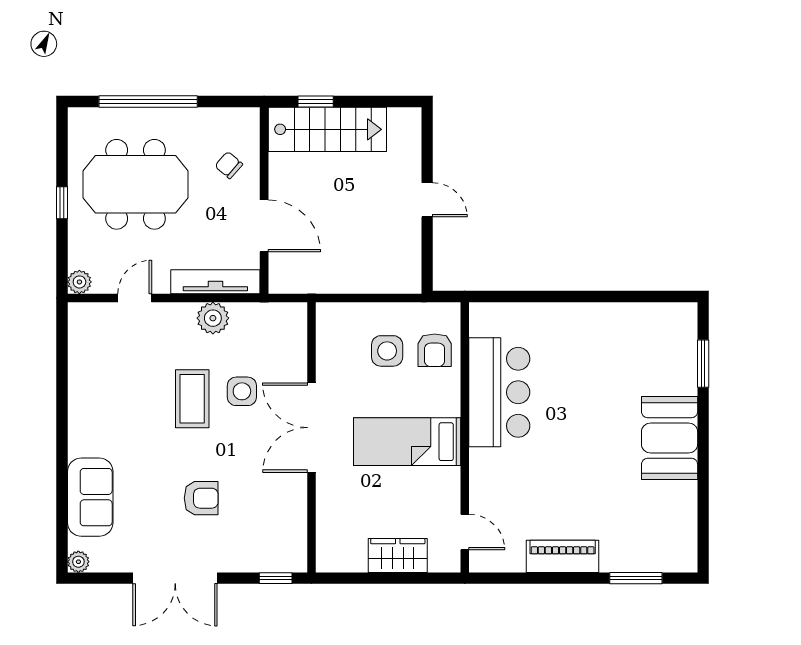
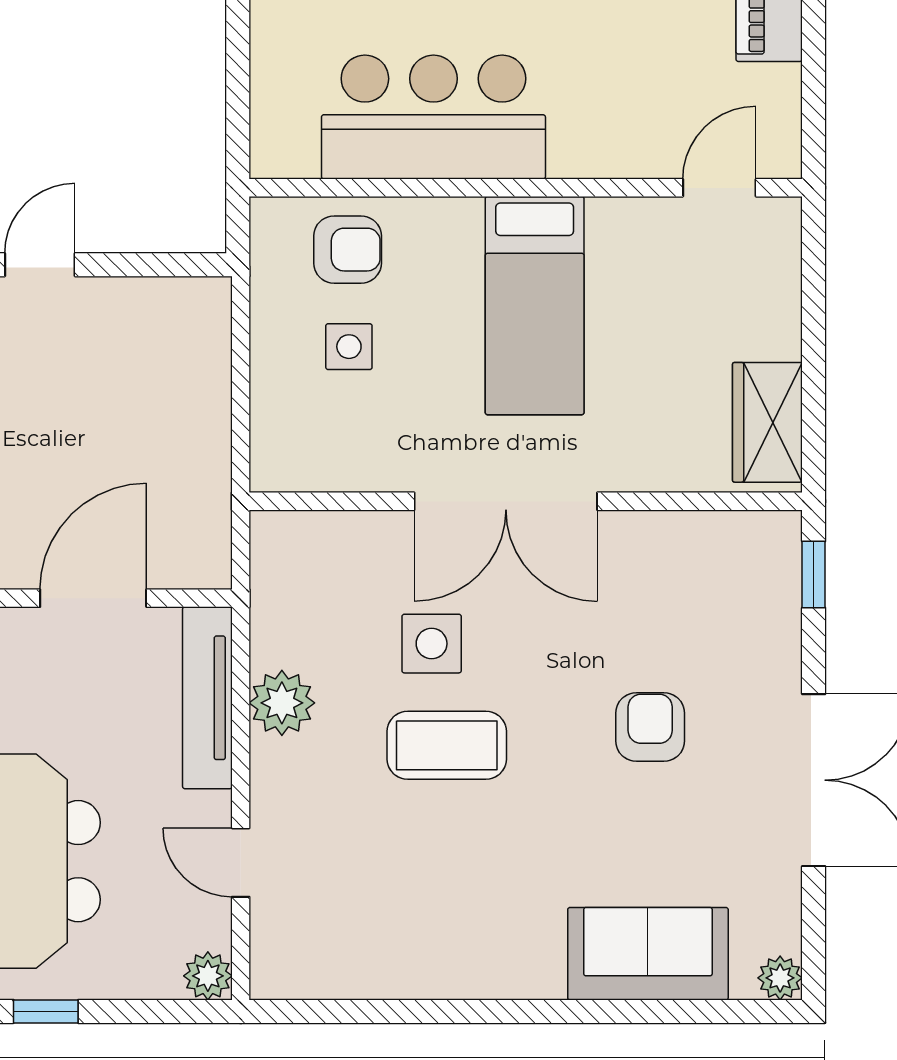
side table: (387, 351) -> (349, 347), width x0.73, depth x0.73
wardrobe: (398, 556) -> (767, 422), moved

